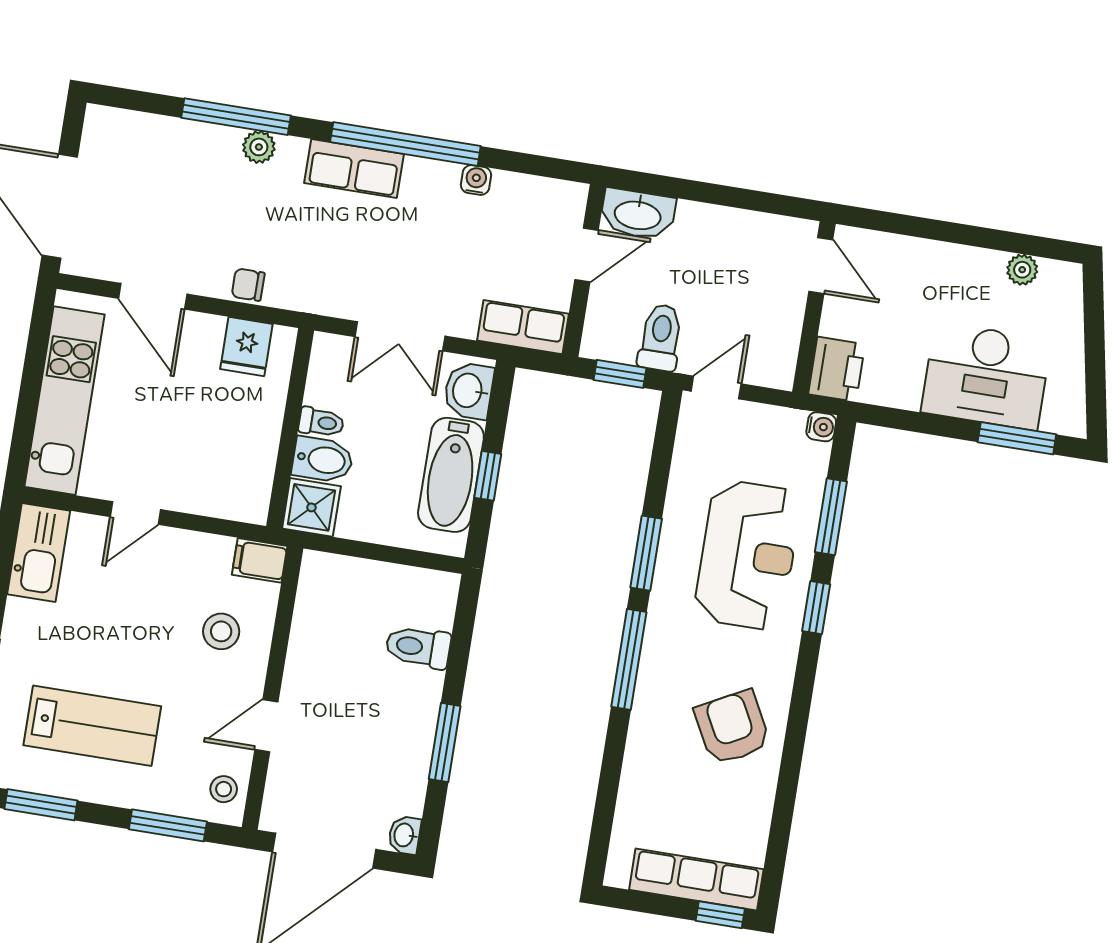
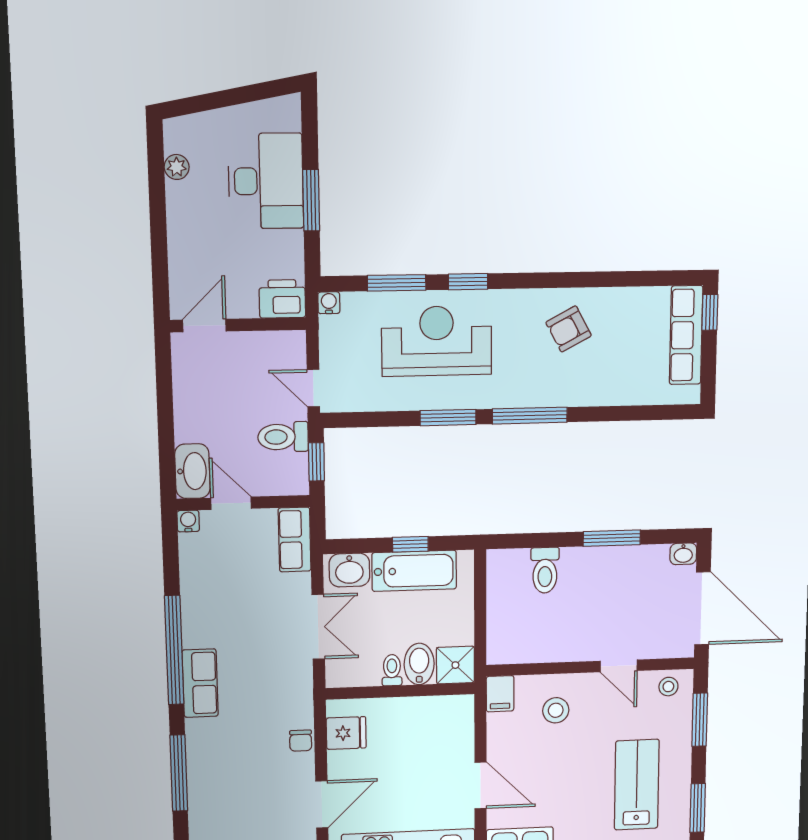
plant: (259, 147) -> (198, 753), removed
water cooler: (476, 180) -> (188, 521), moved, turned 90
window: (1017, 438) -> (311, 200), moved
door: (135, 513) -> (480, 785), width x1.37
armchair: (732, 727) -> (569, 329), width x0.72, depth x0.72

